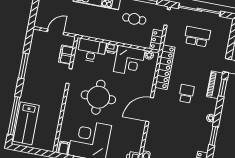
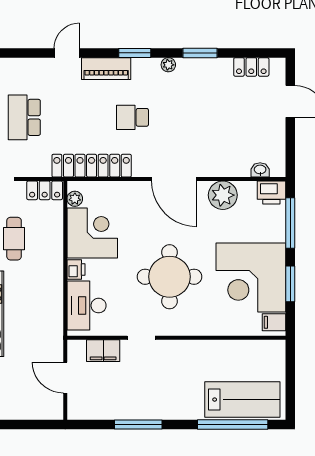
window: (223, 88) -> (135, 53), moved
plant: (136, 134) -> (223, 195), added

